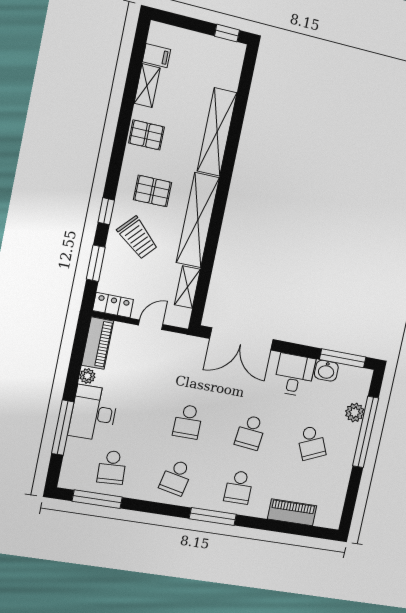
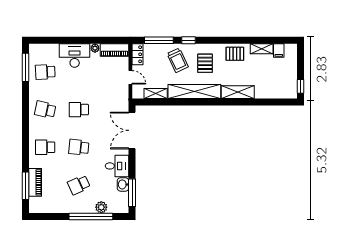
shelving: (217, 132) -> (238, 92), width x0.68
pallet: (146, 135) -> (235, 54), turned 90
trolley: (138, 238) -> (178, 60), turned -67
window: (96, 263) -> (159, 40), width x1.44
window: (63, 428) -> (63, 40), removed
window: (213, 516) -> (25, 186), moved

